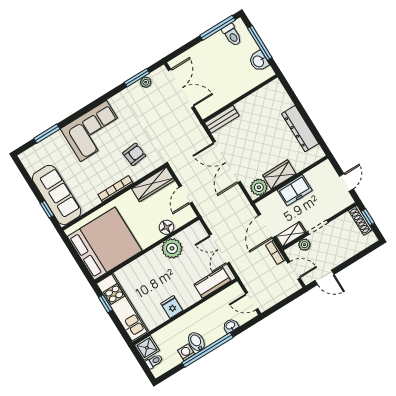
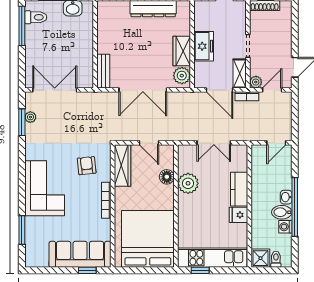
plant: (304, 245) -> (256, 82), moved
kitchen counter: (212, 283) -> (239, 189), moved
washbasin: (231, 326) -> (286, 197), moved

